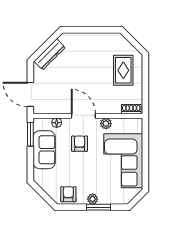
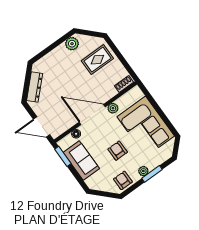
plant: (111, 40) -> (72, 44), added
rug: (123, 70) -> (97, 60), turned 90
door: (83, 116) -> (92, 114), width x1.36
armchair: (80, 144) -> (118, 151), moved

